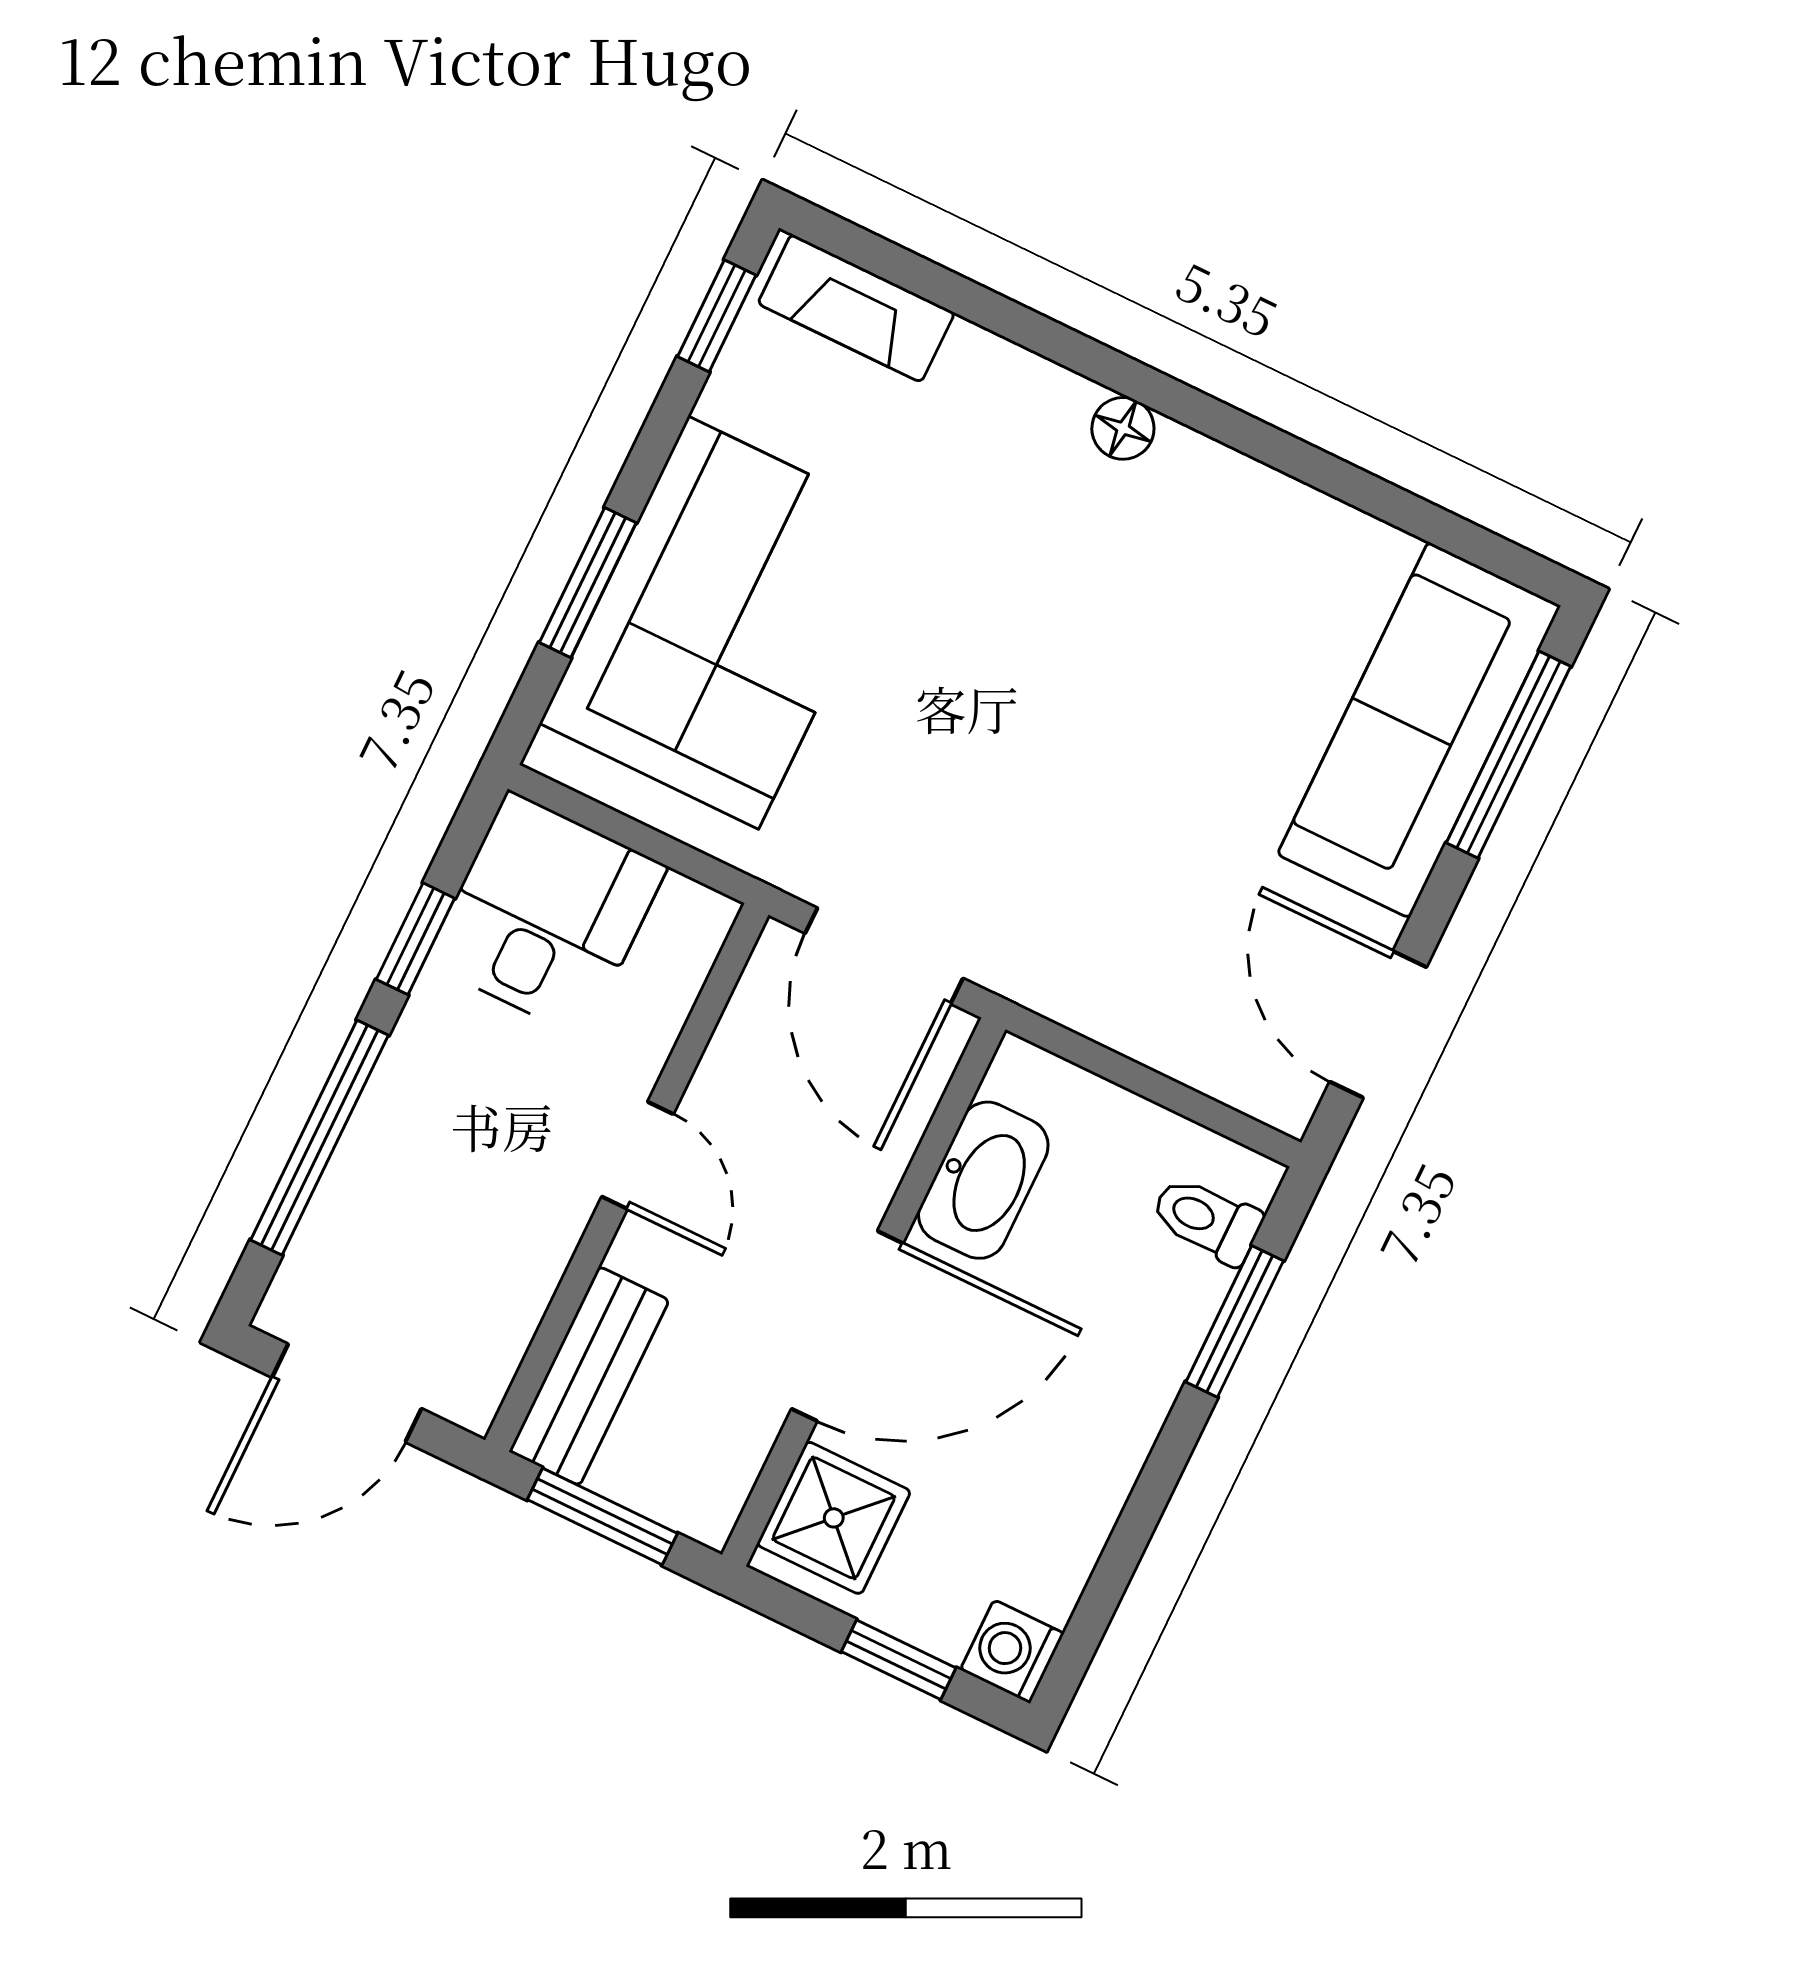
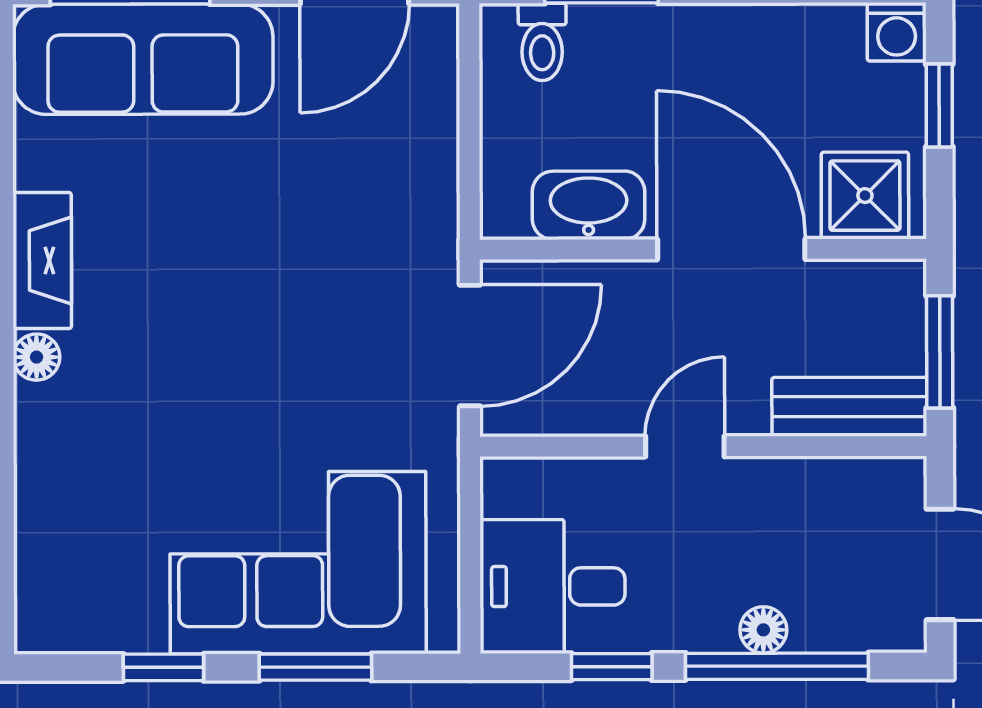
fireplace: (856, 308) -> (42, 260), moved
window: (717, 316) -> (163, 667), moved
floor lamp: (371, 1143) -> (763, 630), added

